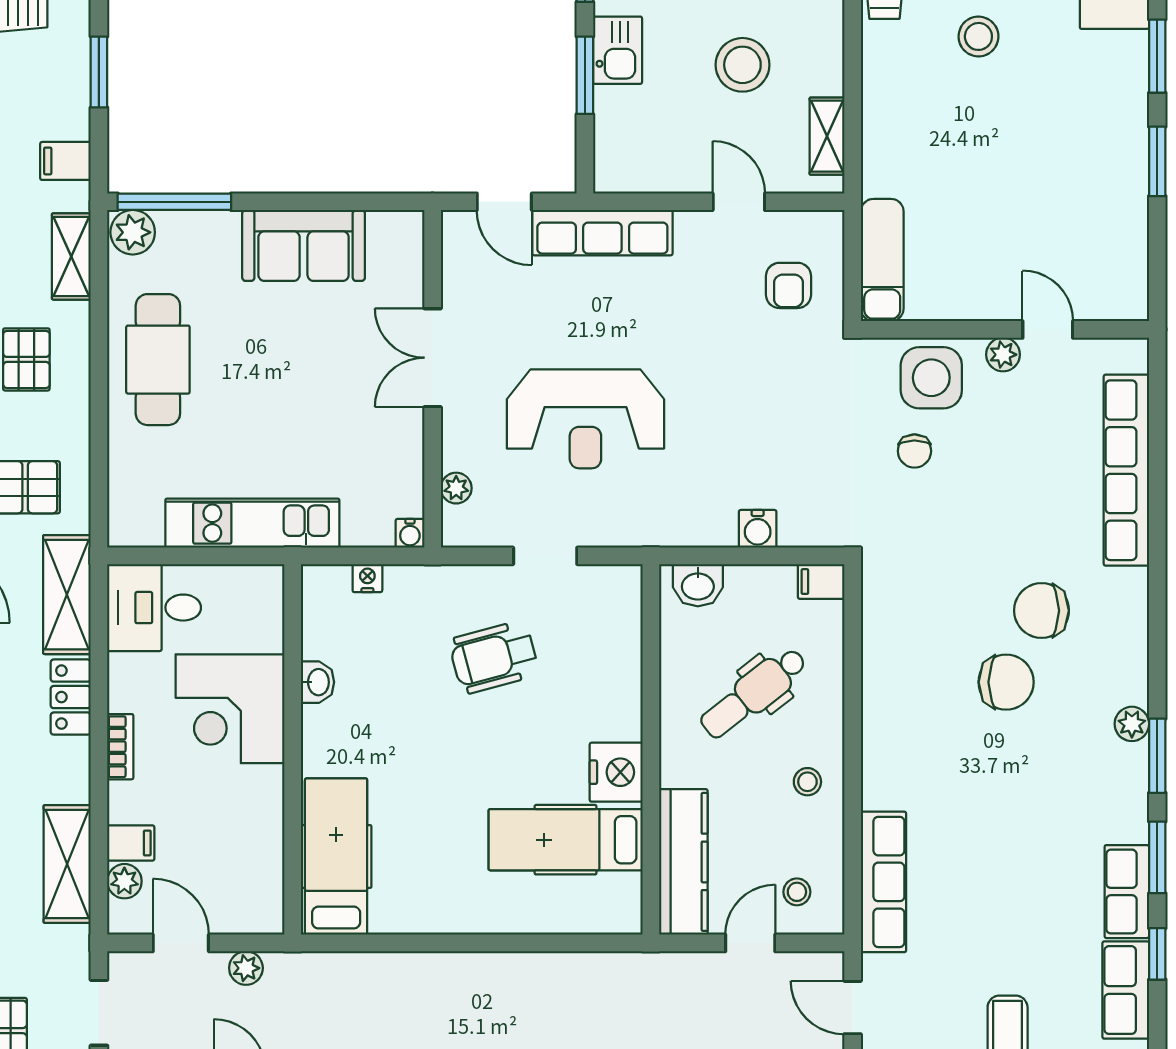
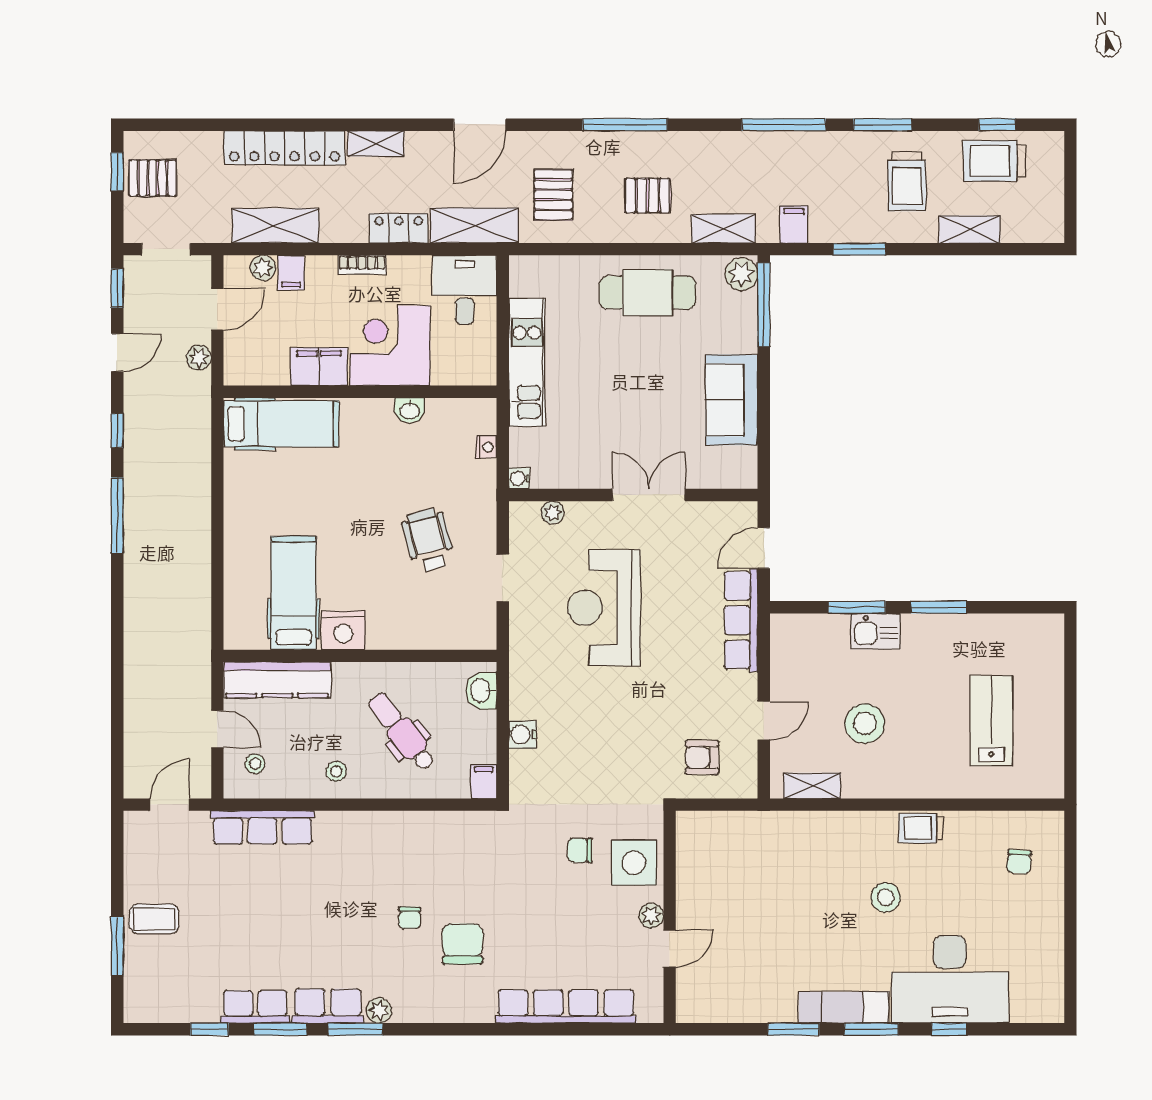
exam couch: (882, 260) -> (844, 1007), moved, turned 180
chair: (1006, 682) -> (410, 918), width x0.54, depth x0.54
filing cabinet: (259, 805) -> (319, 367), added
row of seats: (1126, 990) -> (328, 1006), moved

